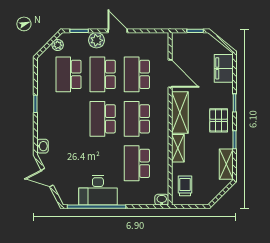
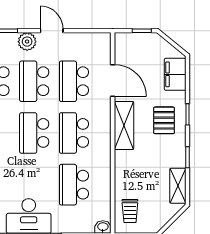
pallet: (219, 120) -> (164, 120), moved
shelving: (178, 148) -> (122, 167), removed
trolley: (185, 186) -> (130, 211), turned 180

